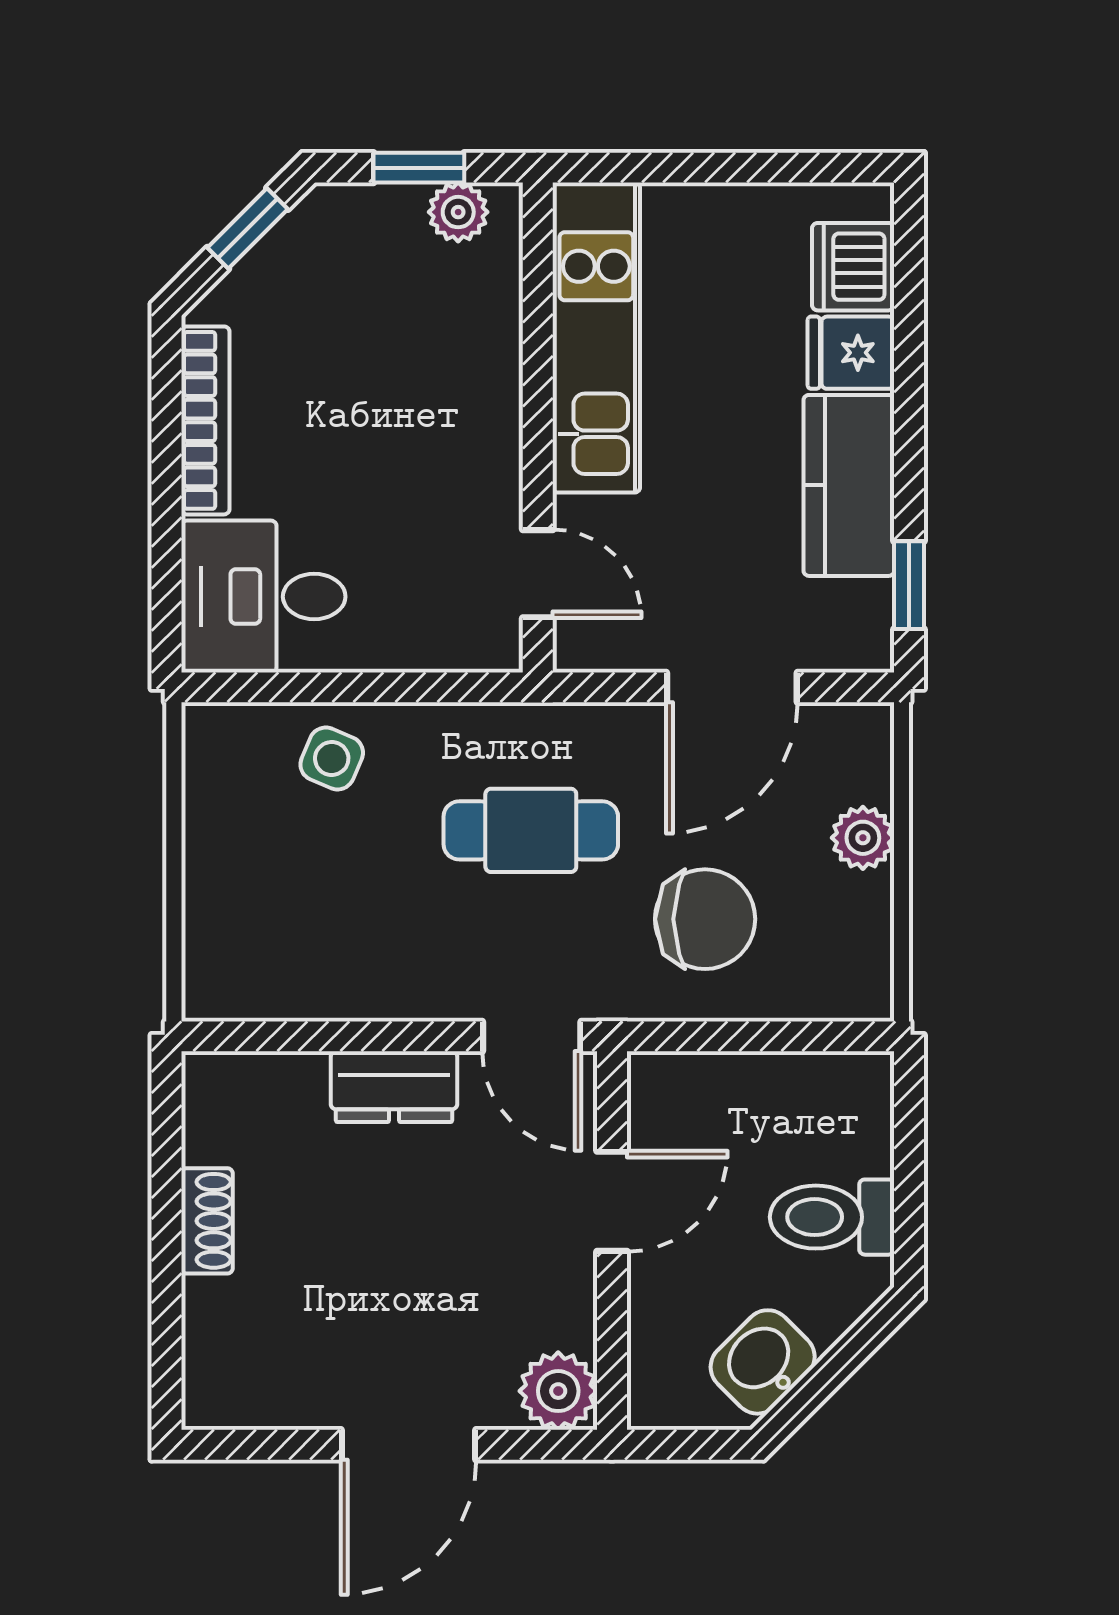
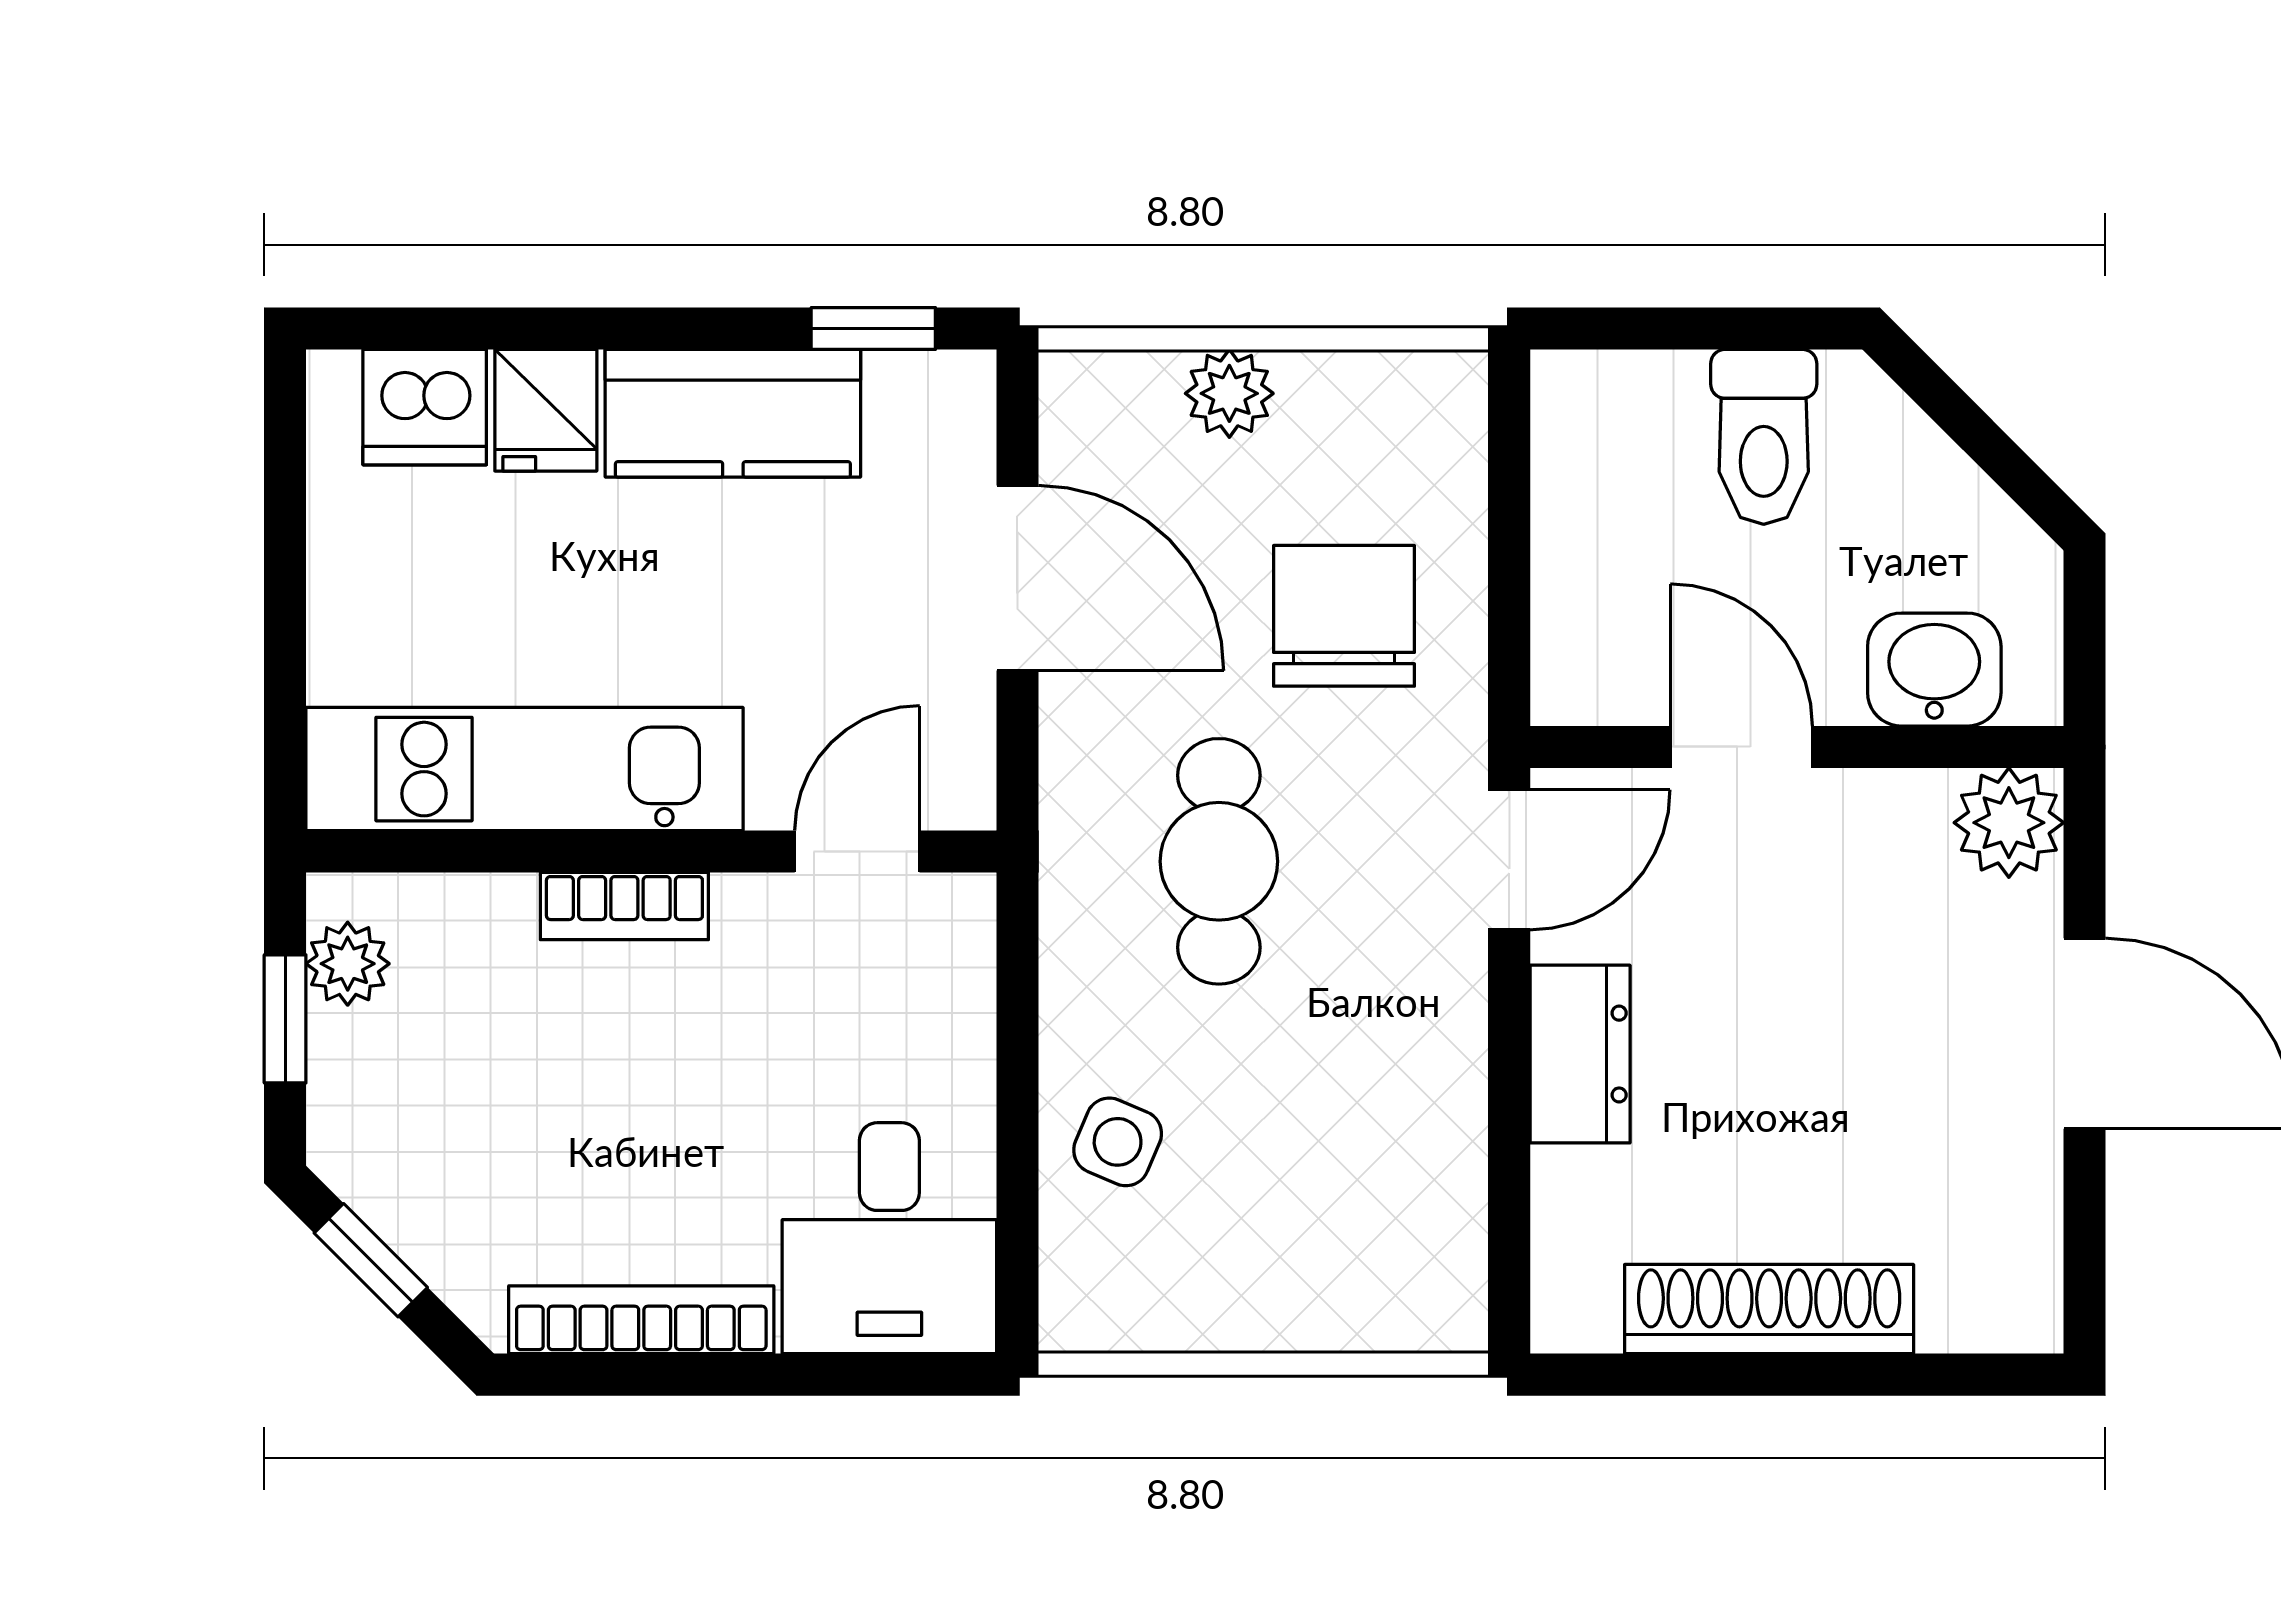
bookcase: (499, 408) -> (624, 906), added
shoe rack: (207, 1221) -> (1769, 1309), width x1.94, depth x1.24
washbasin: (763, 1362) -> (1934, 670), moved, turned 135

